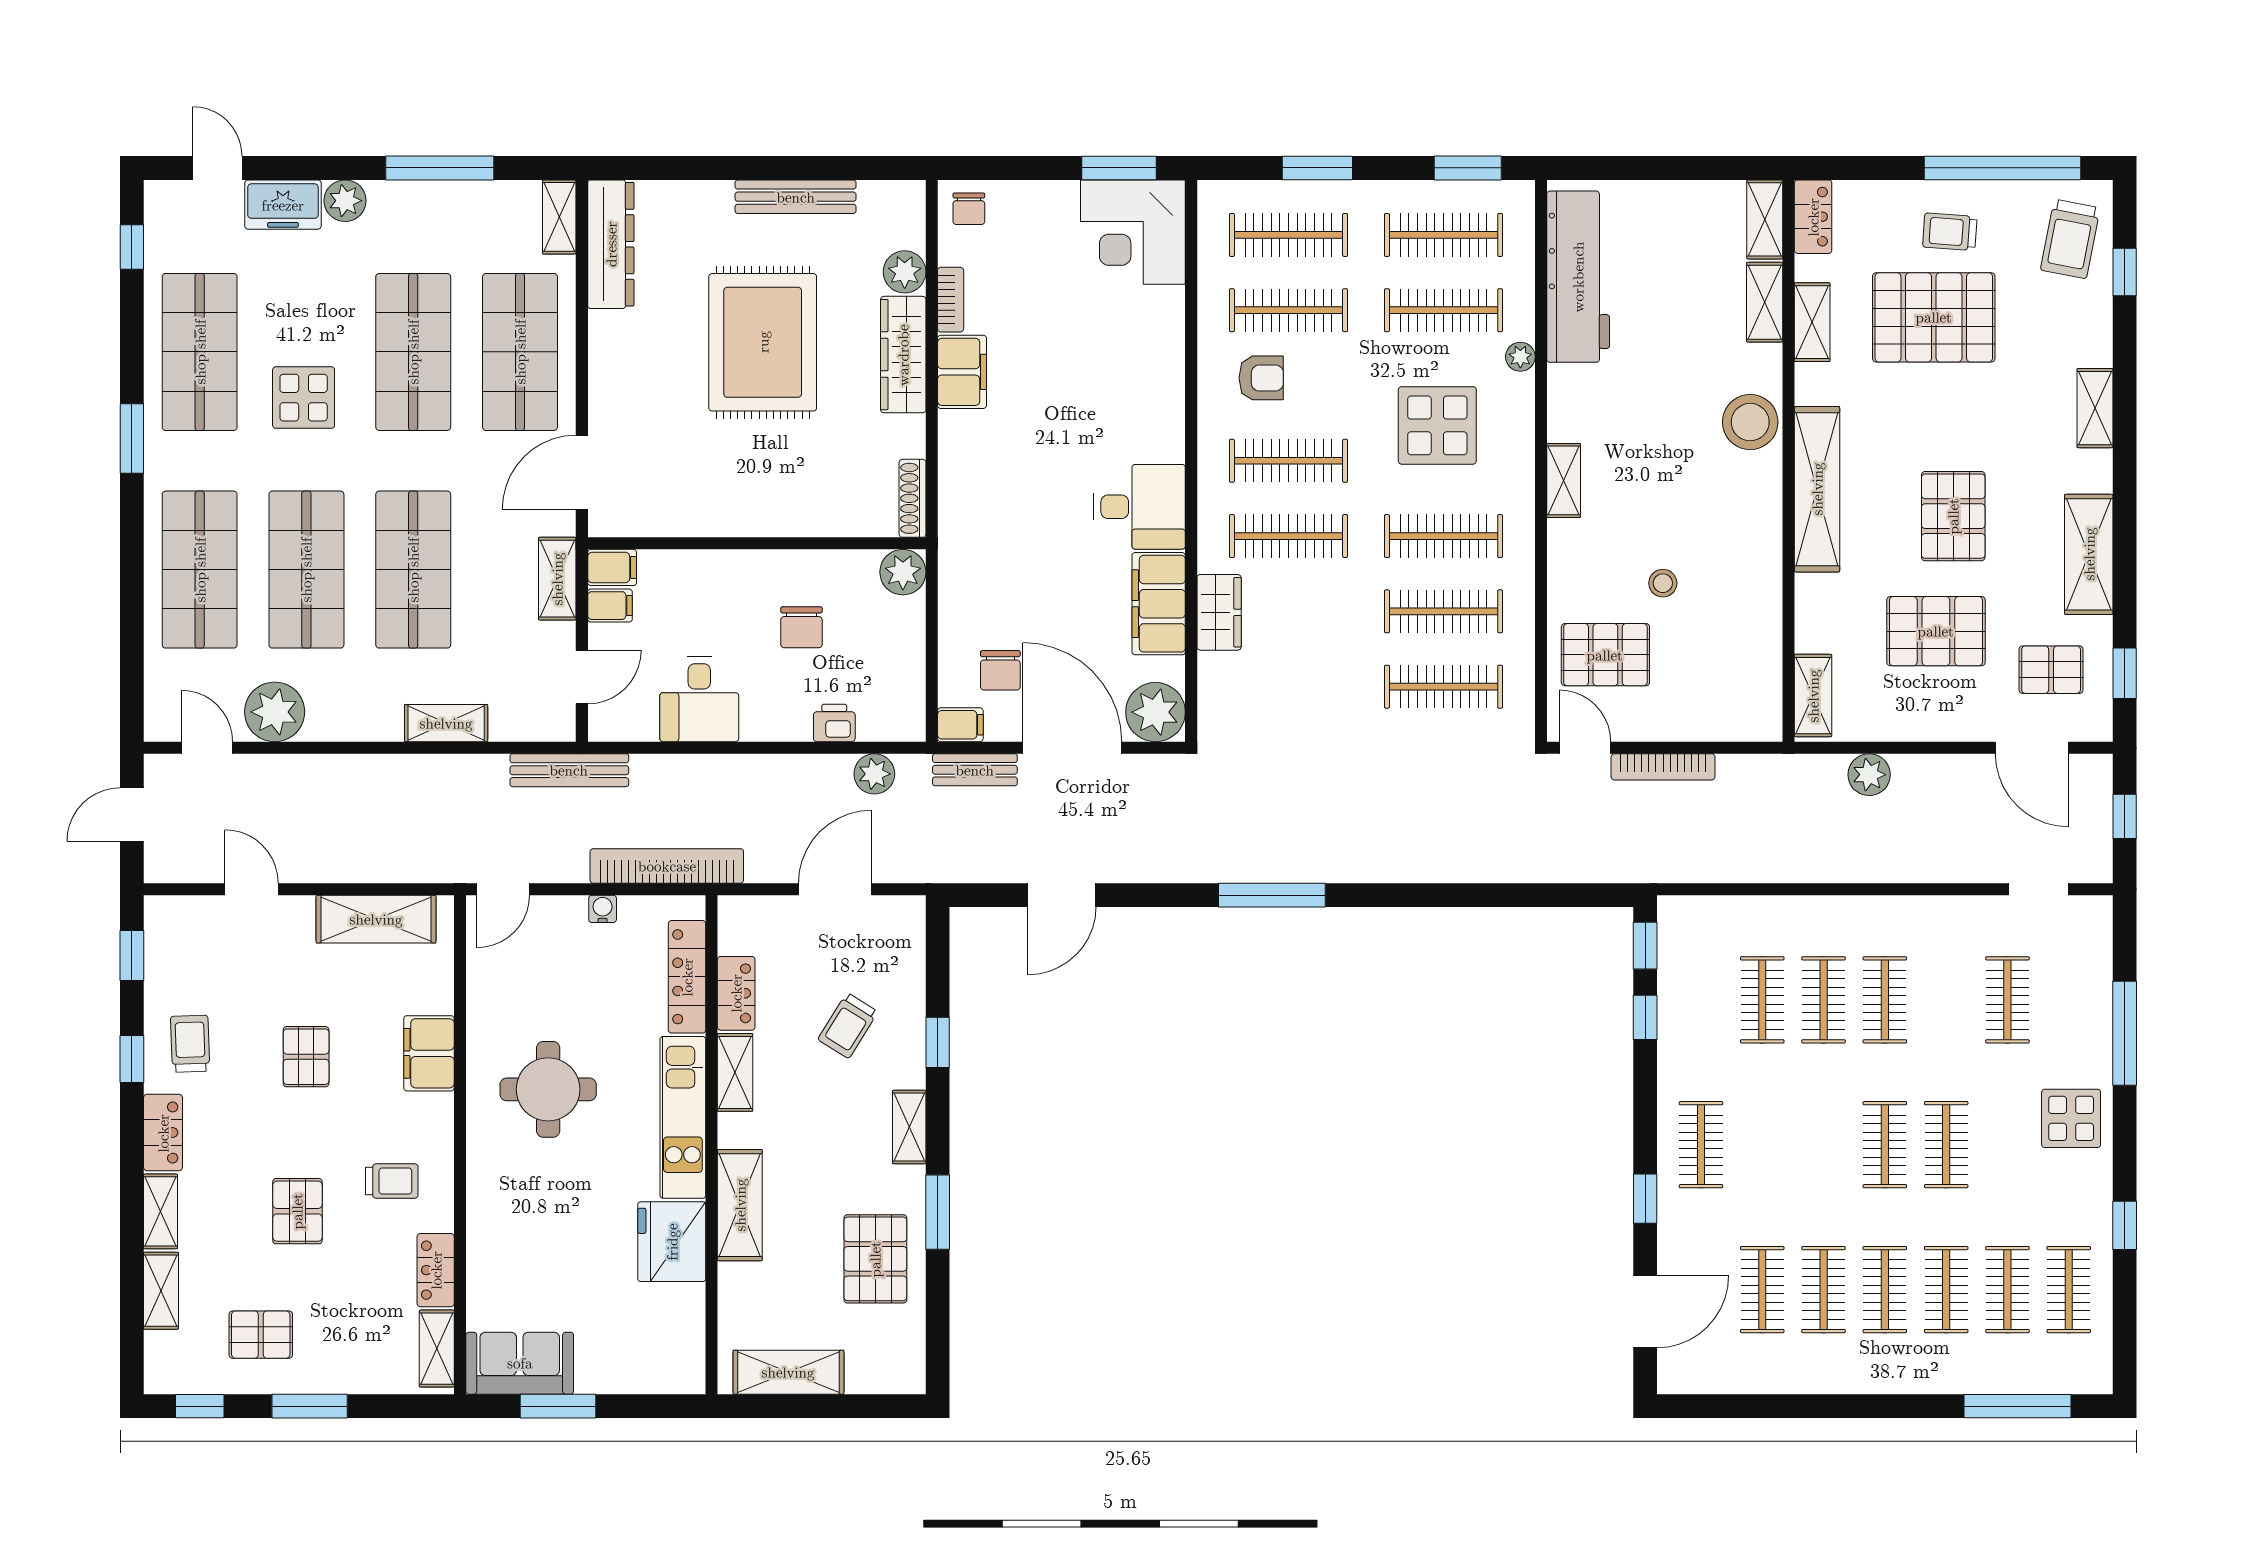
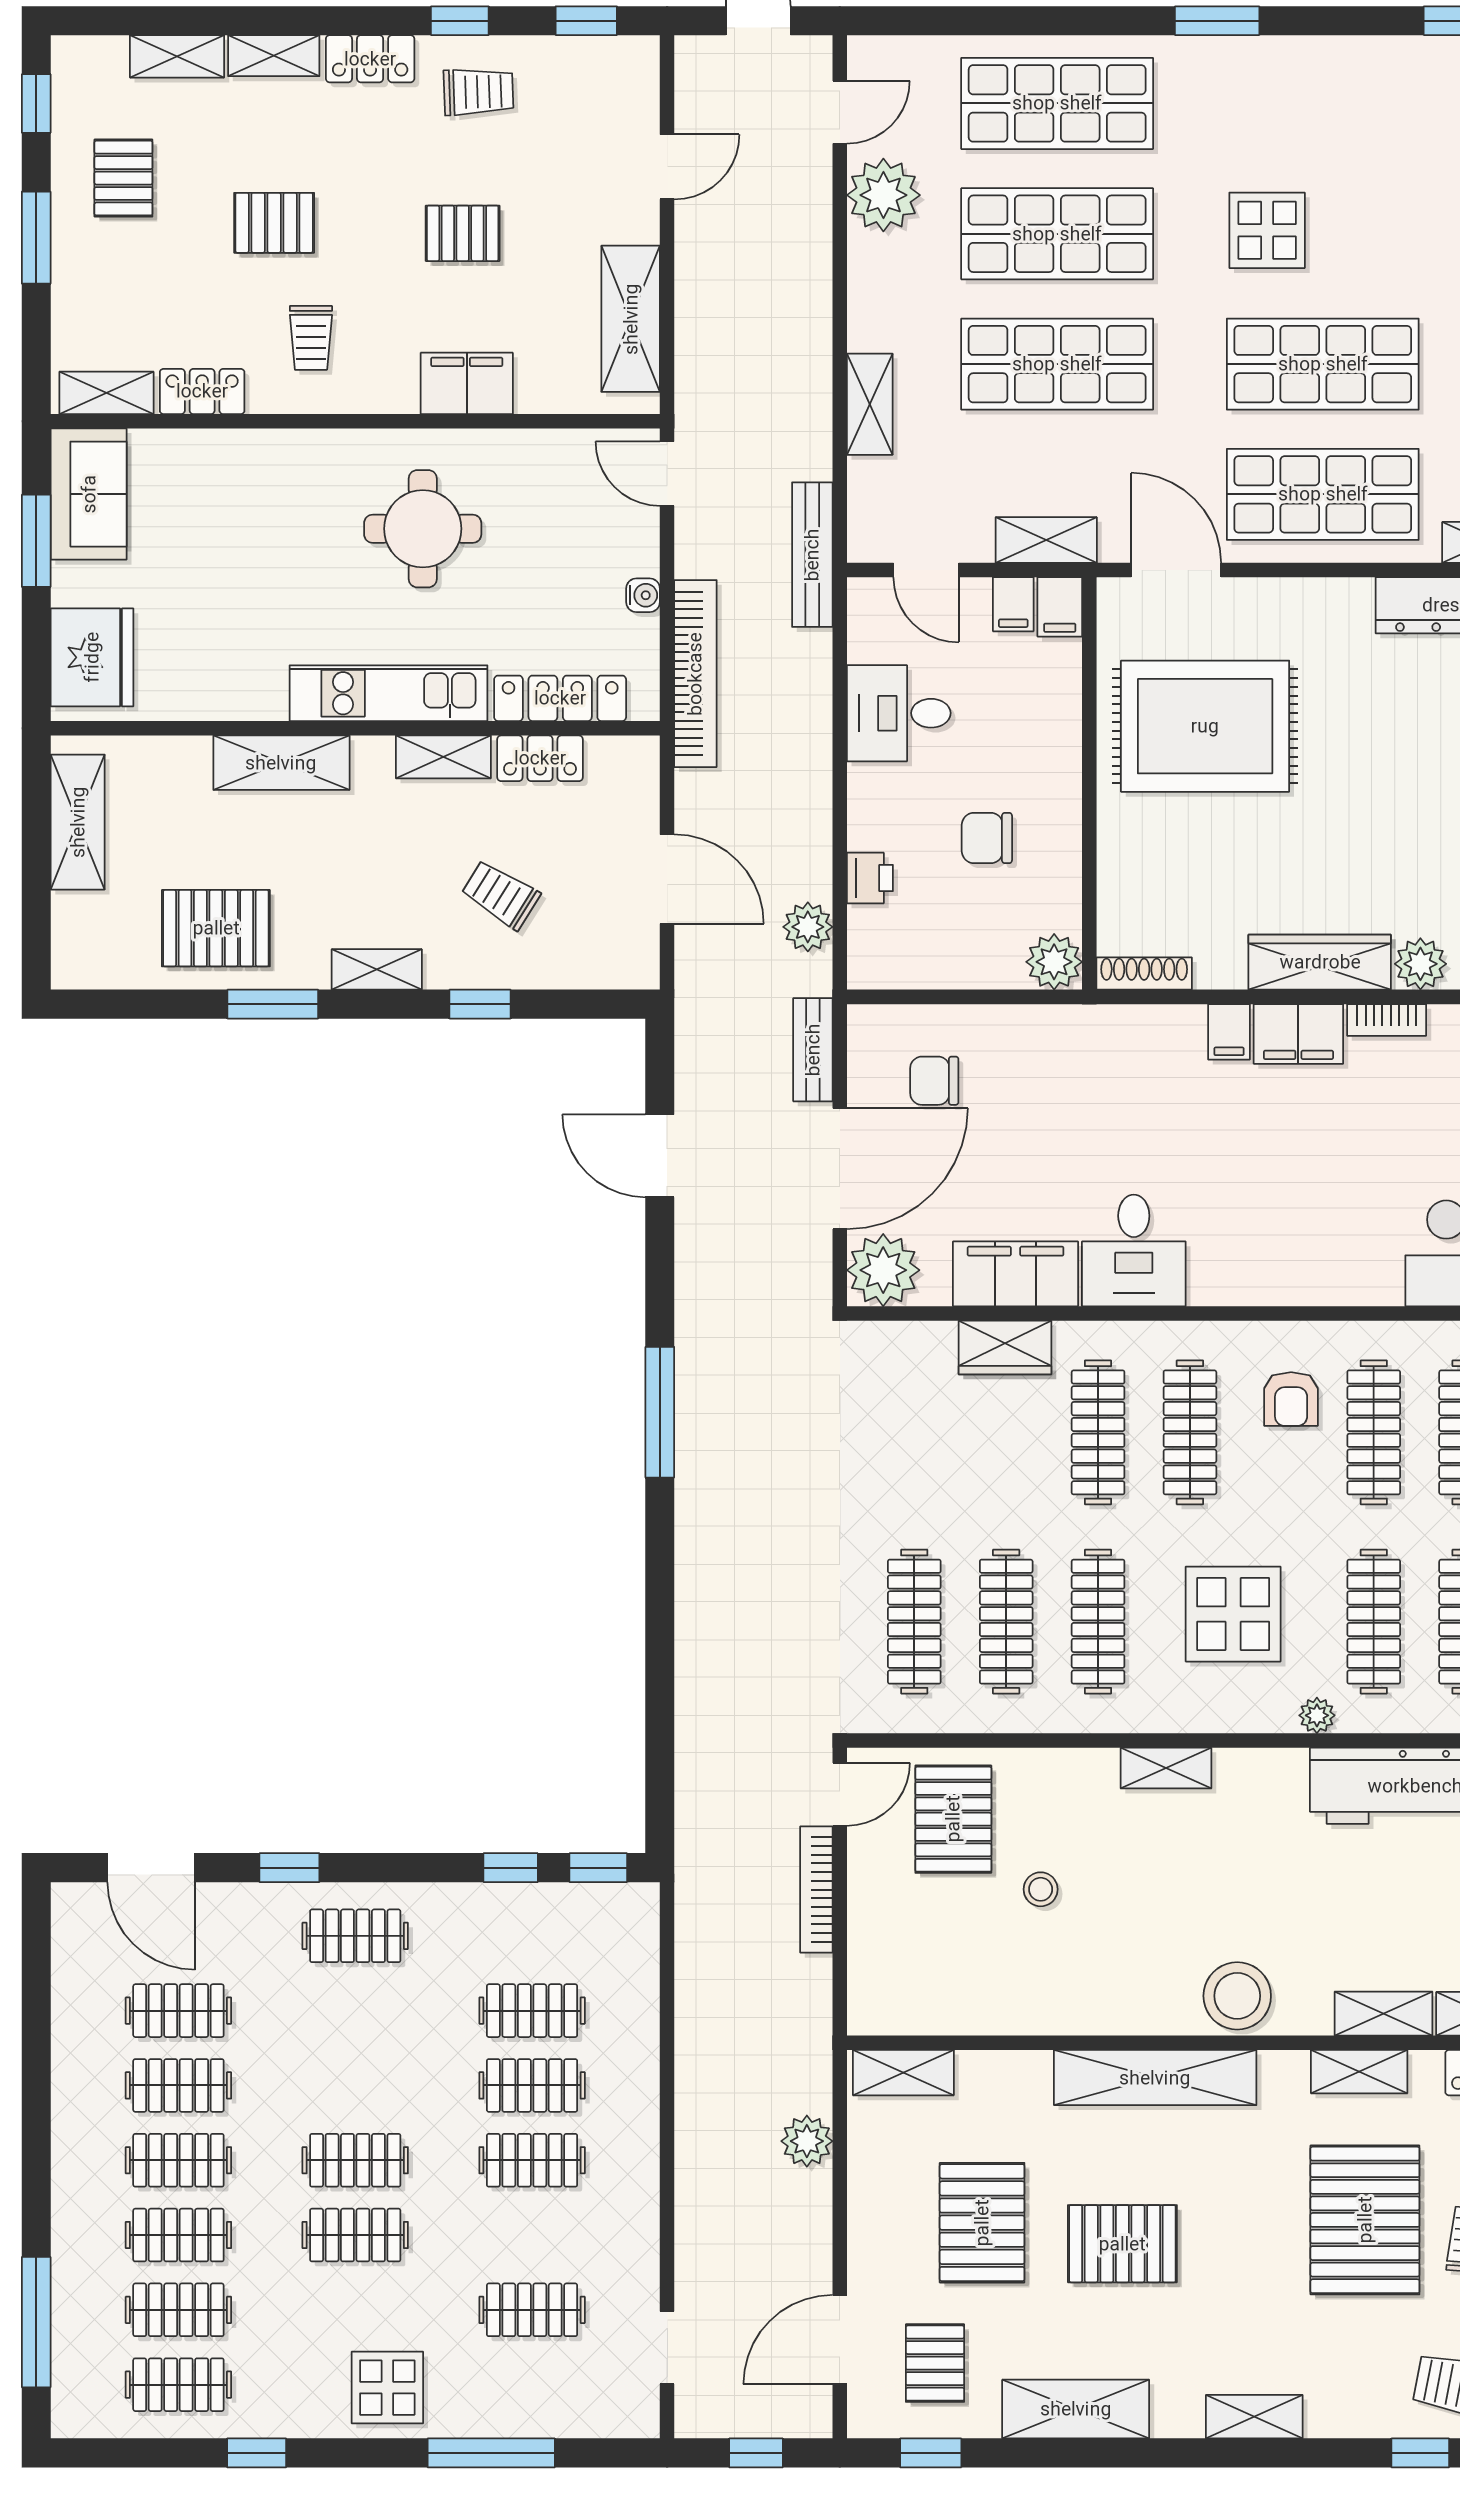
rug: (763, 342) -> (1205, 726), moved
shop shelf: (200, 352) -> (1323, 103), removed
filing cabinet: (960, 725) -> (1229, 1032), moved
fridge: (672, 1242) -> (92, 657), moved, turned 90

